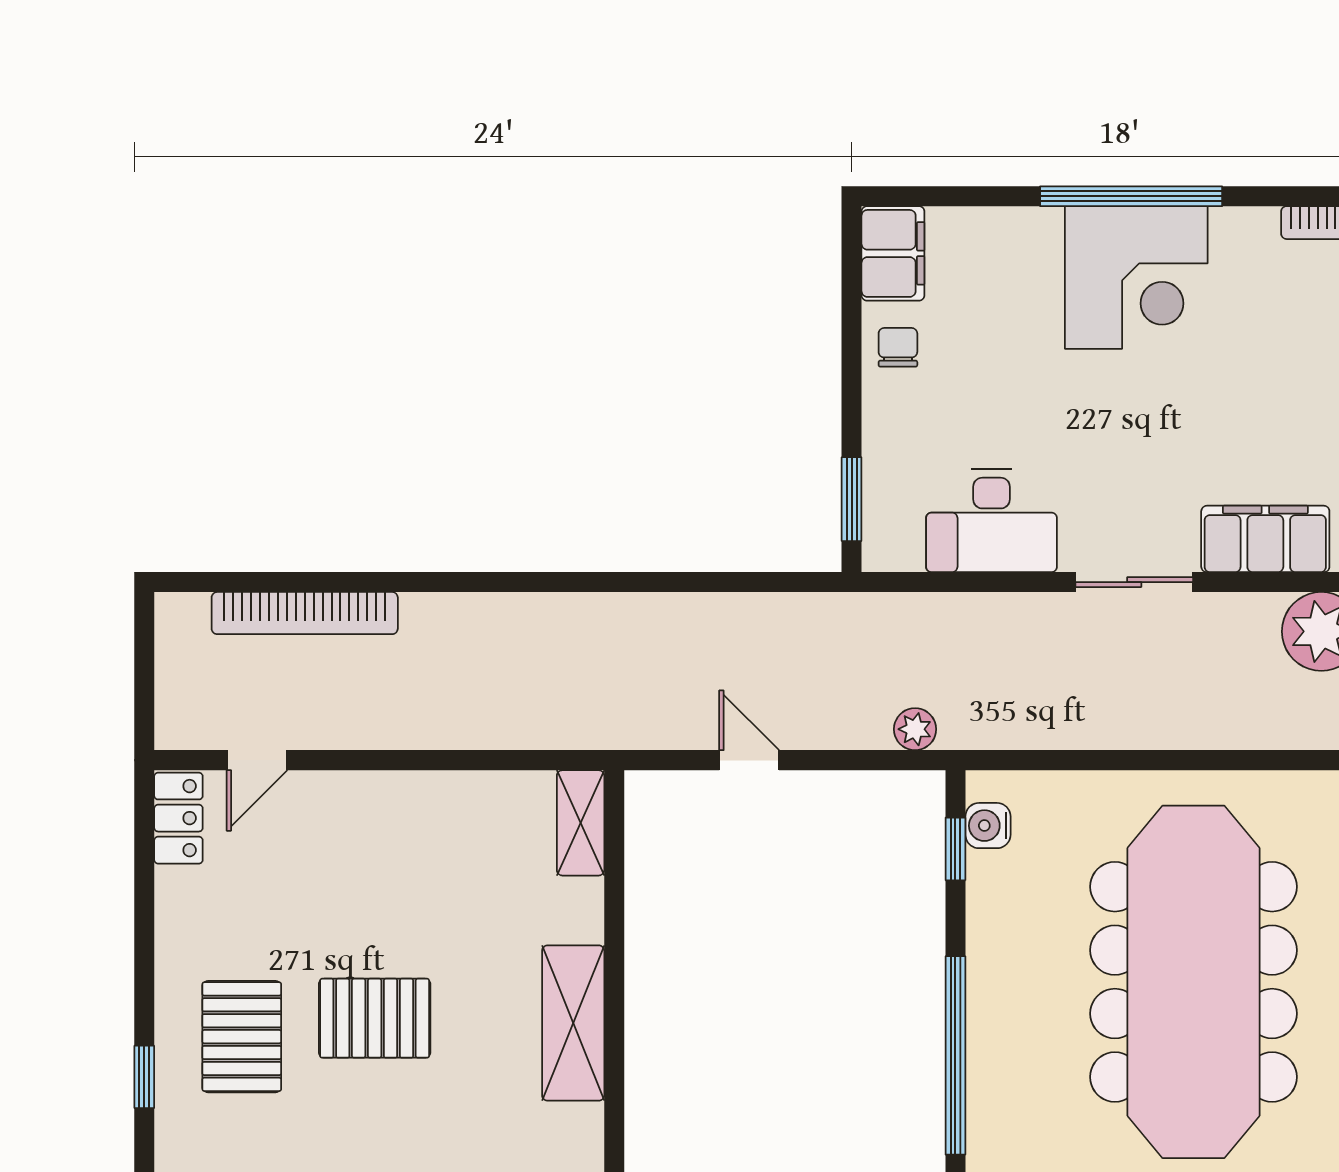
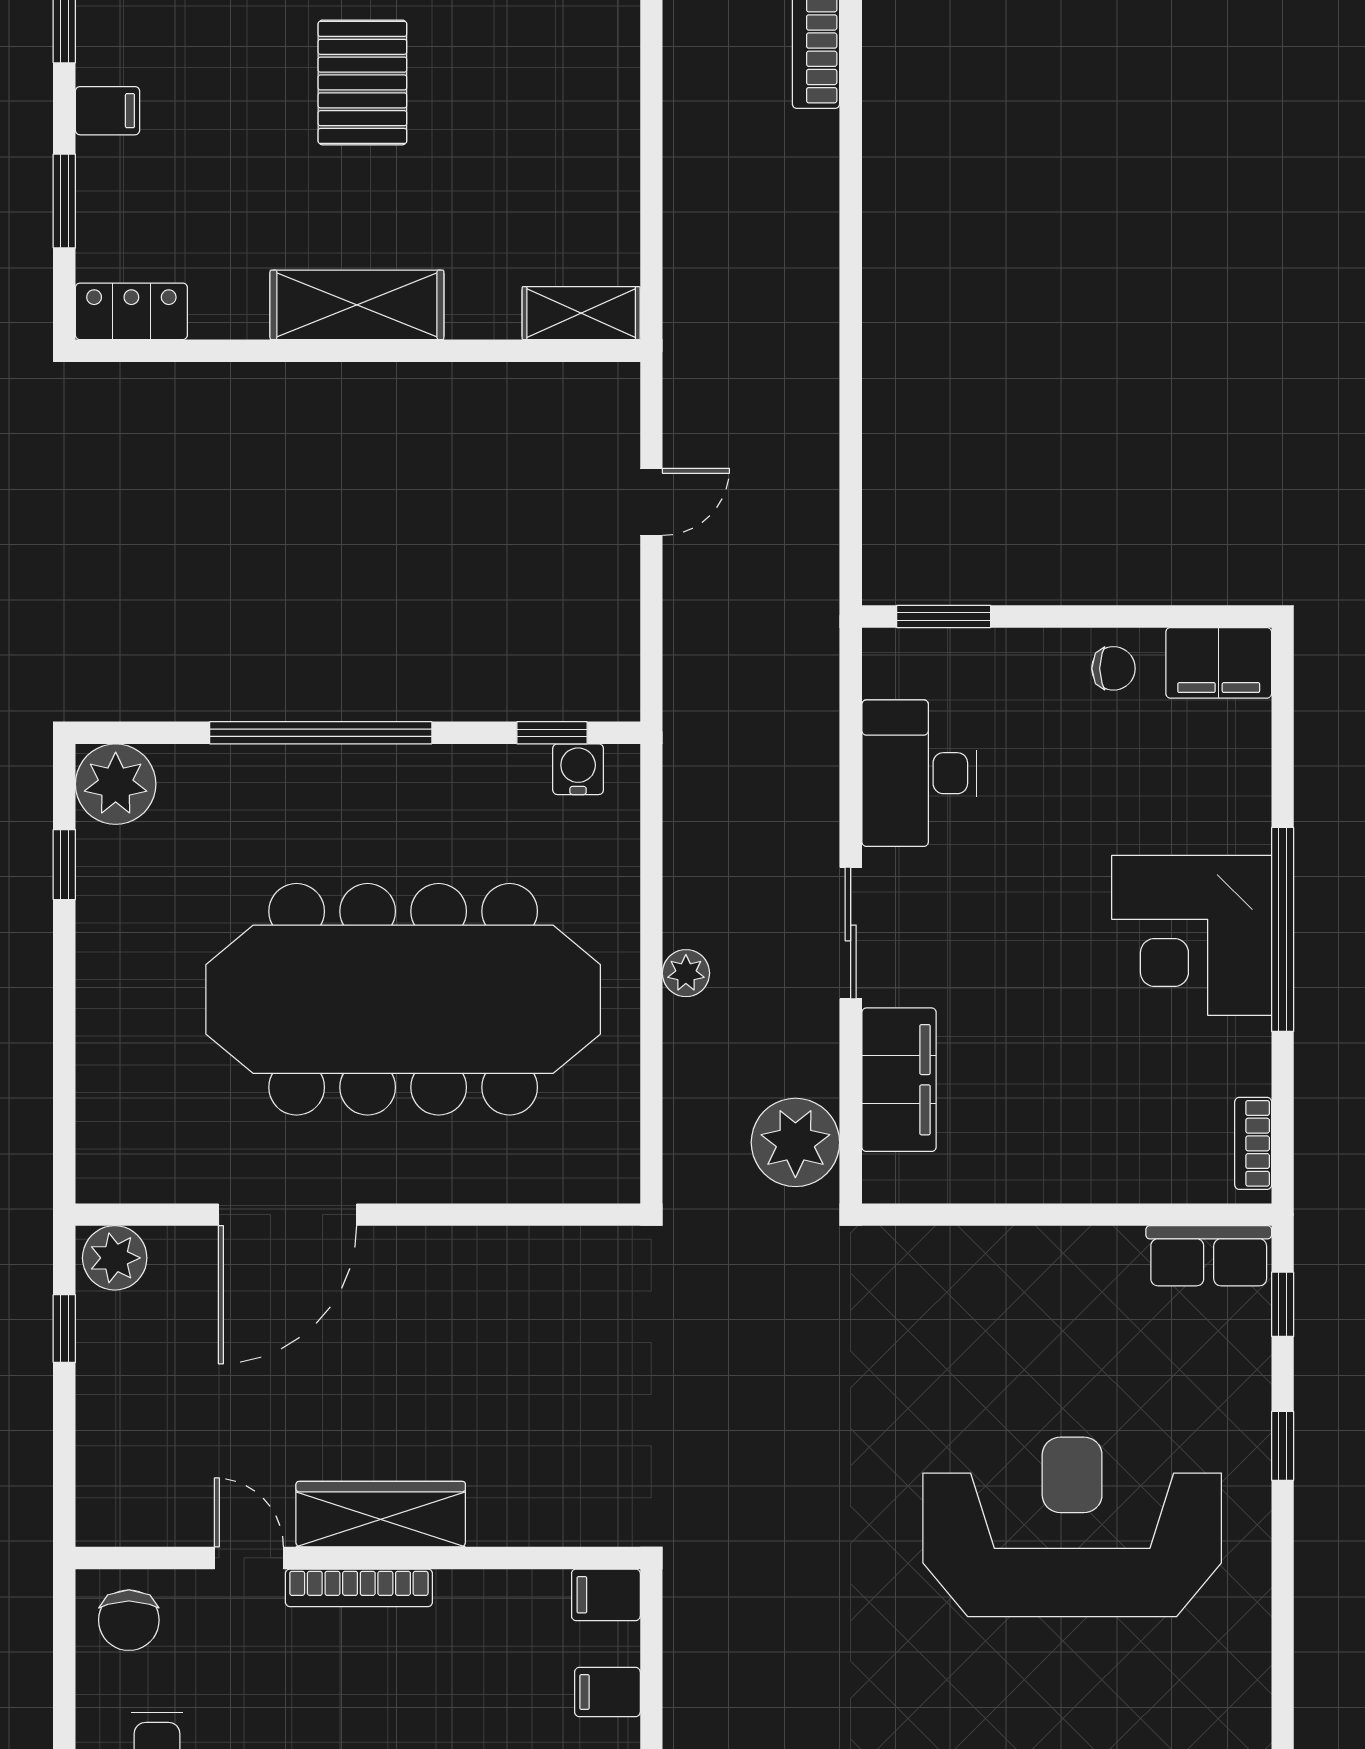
plant: (915, 729) -> (686, 973), moved

